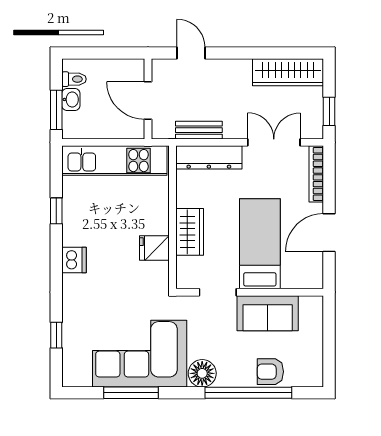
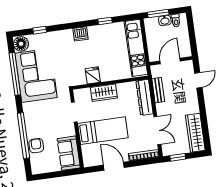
sofa: (268, 313) -> (69, 153), moved
floor lamp: (202, 373) -> (21, 44), moved
window: (131, 393) -> (15, 74), width x1.46

